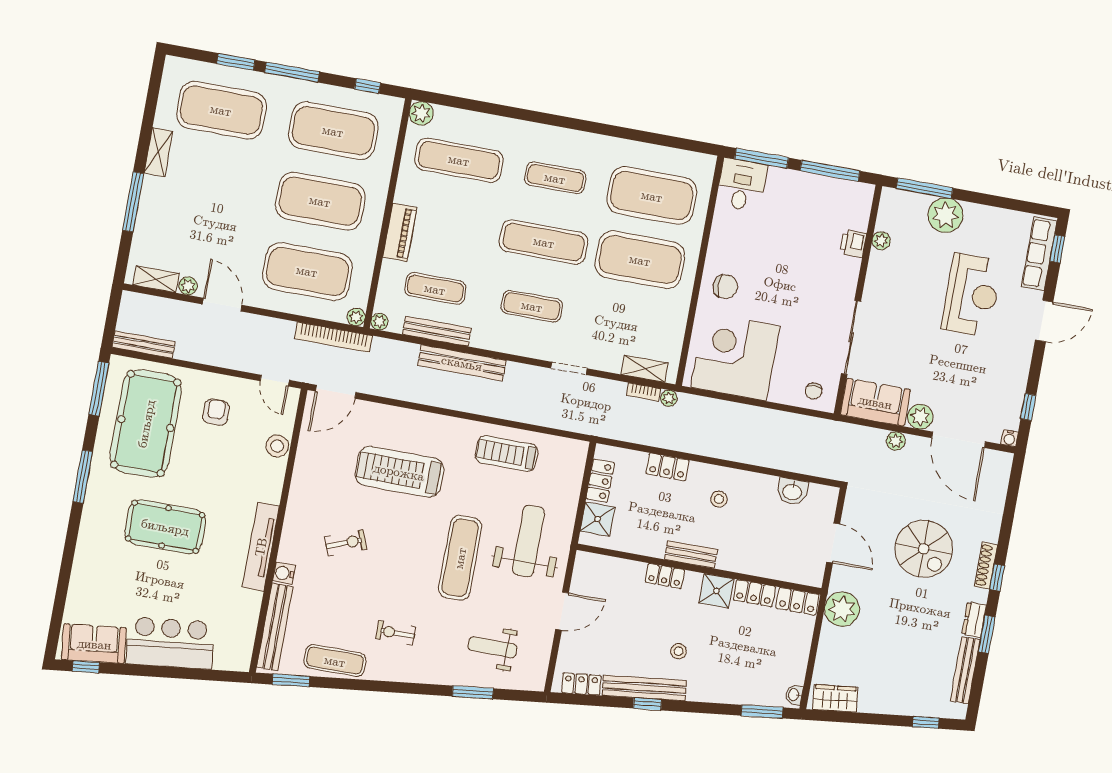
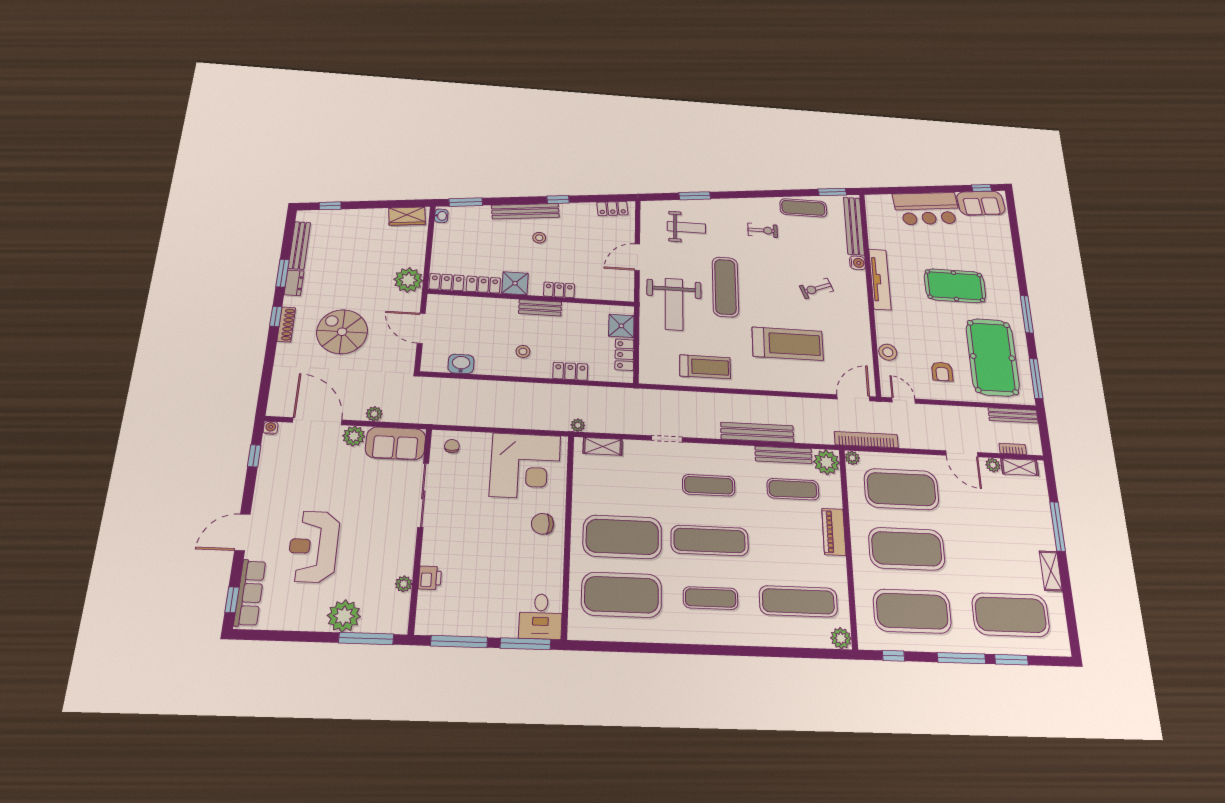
plant: (379, 322) -> (827, 462), width x1.88, depth x1.88
bookcase: (644, 392) -> (1013, 449), moved
bench: (644, 688) -> (525, 211), moved

